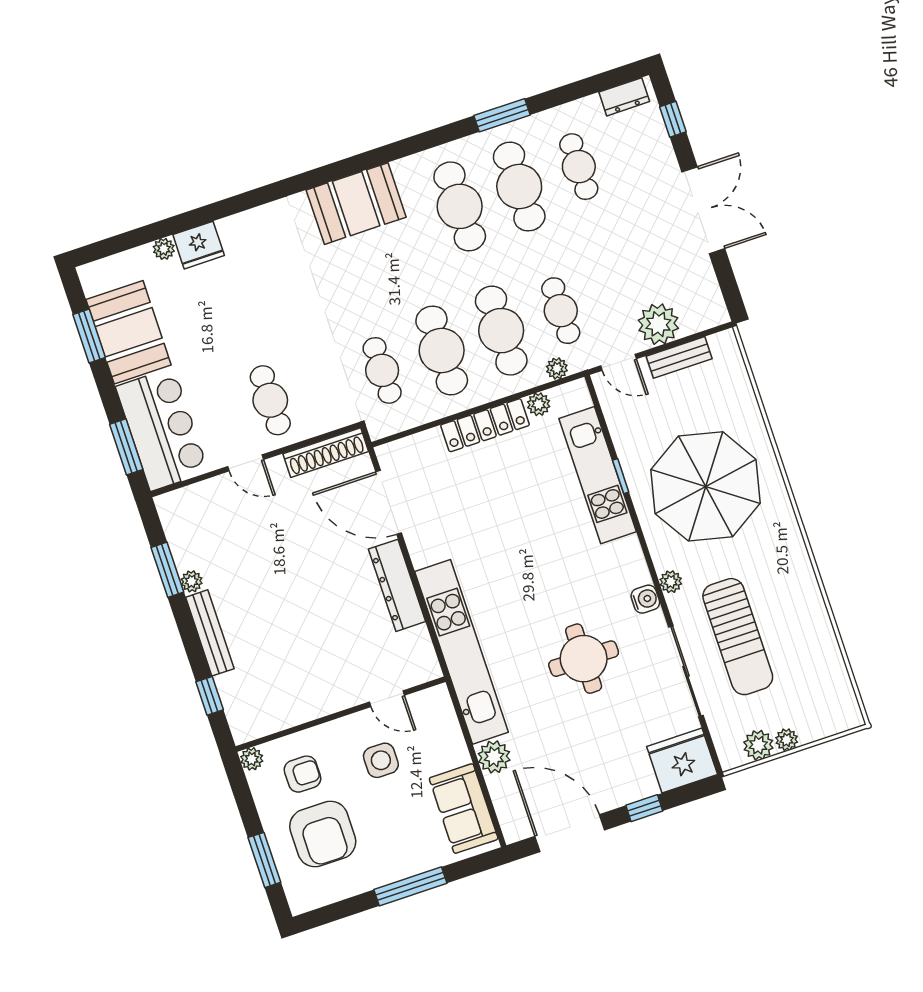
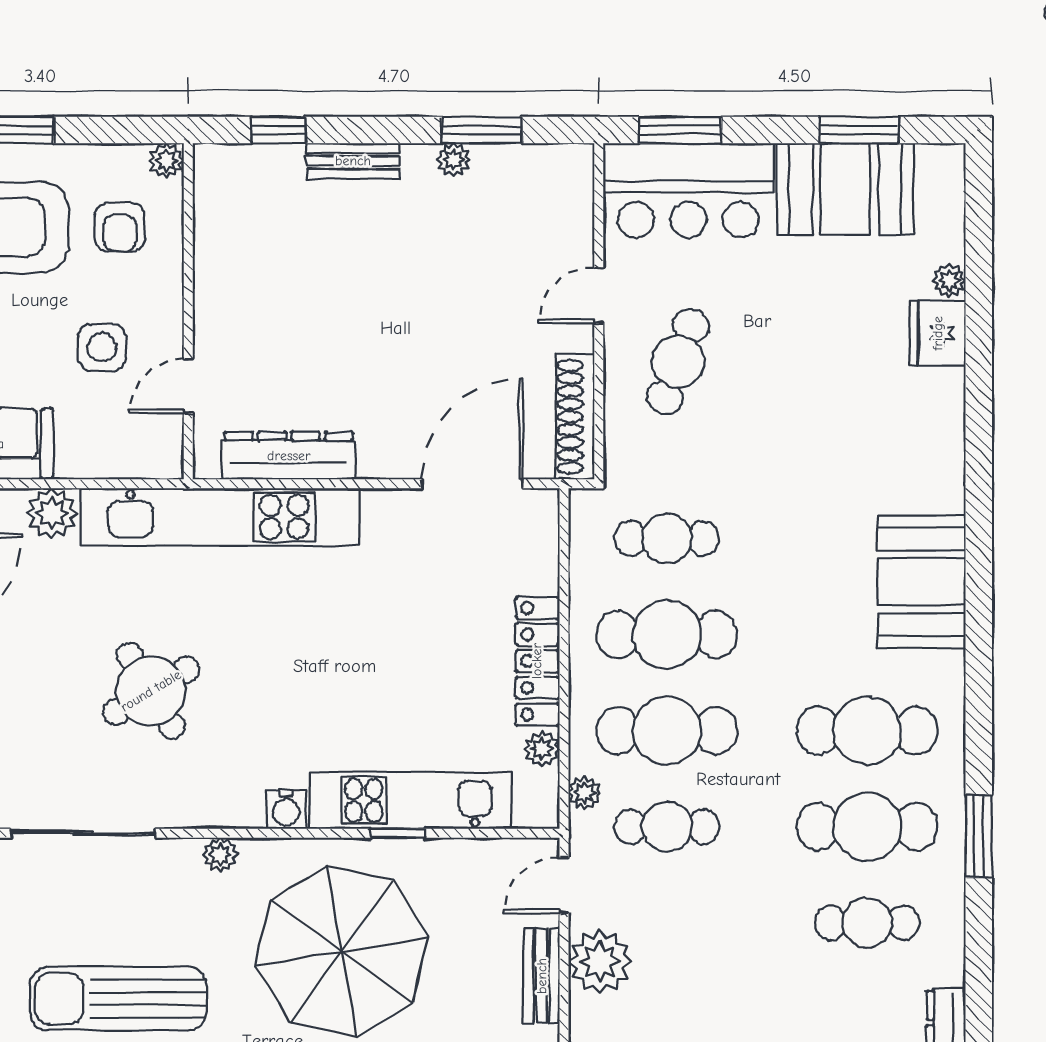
cafe table: (270, 400) -> (678, 362), turned -70
dresser: (397, 585) -> (289, 456), moved
water cooler: (645, 599) -> (286, 809), moved
bench: (210, 633) -> (353, 161), width x0.73
sun lounger: (738, 637) -> (118, 999), moved
round table: (584, 659) -> (151, 691), turned -31

